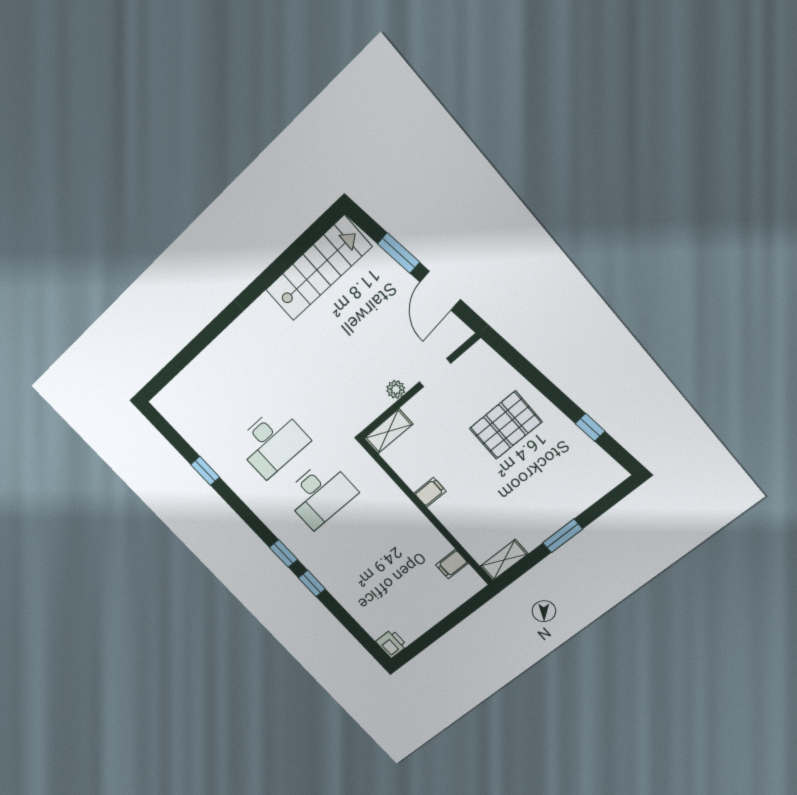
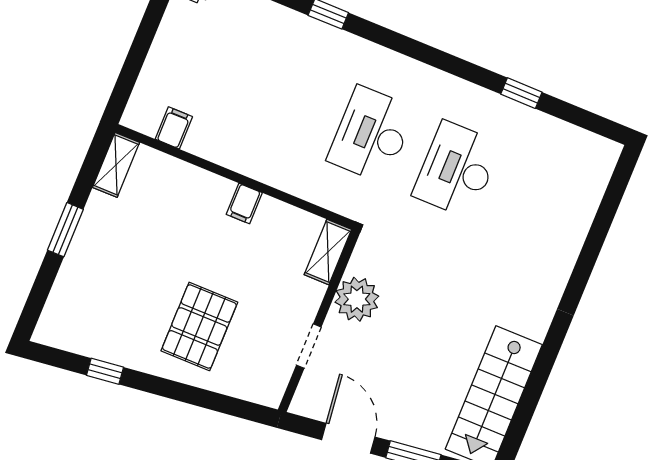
plant: (396, 389) -> (357, 299), width x1.88, depth x1.88
window: (283, 553) -> (381, 35), removed

